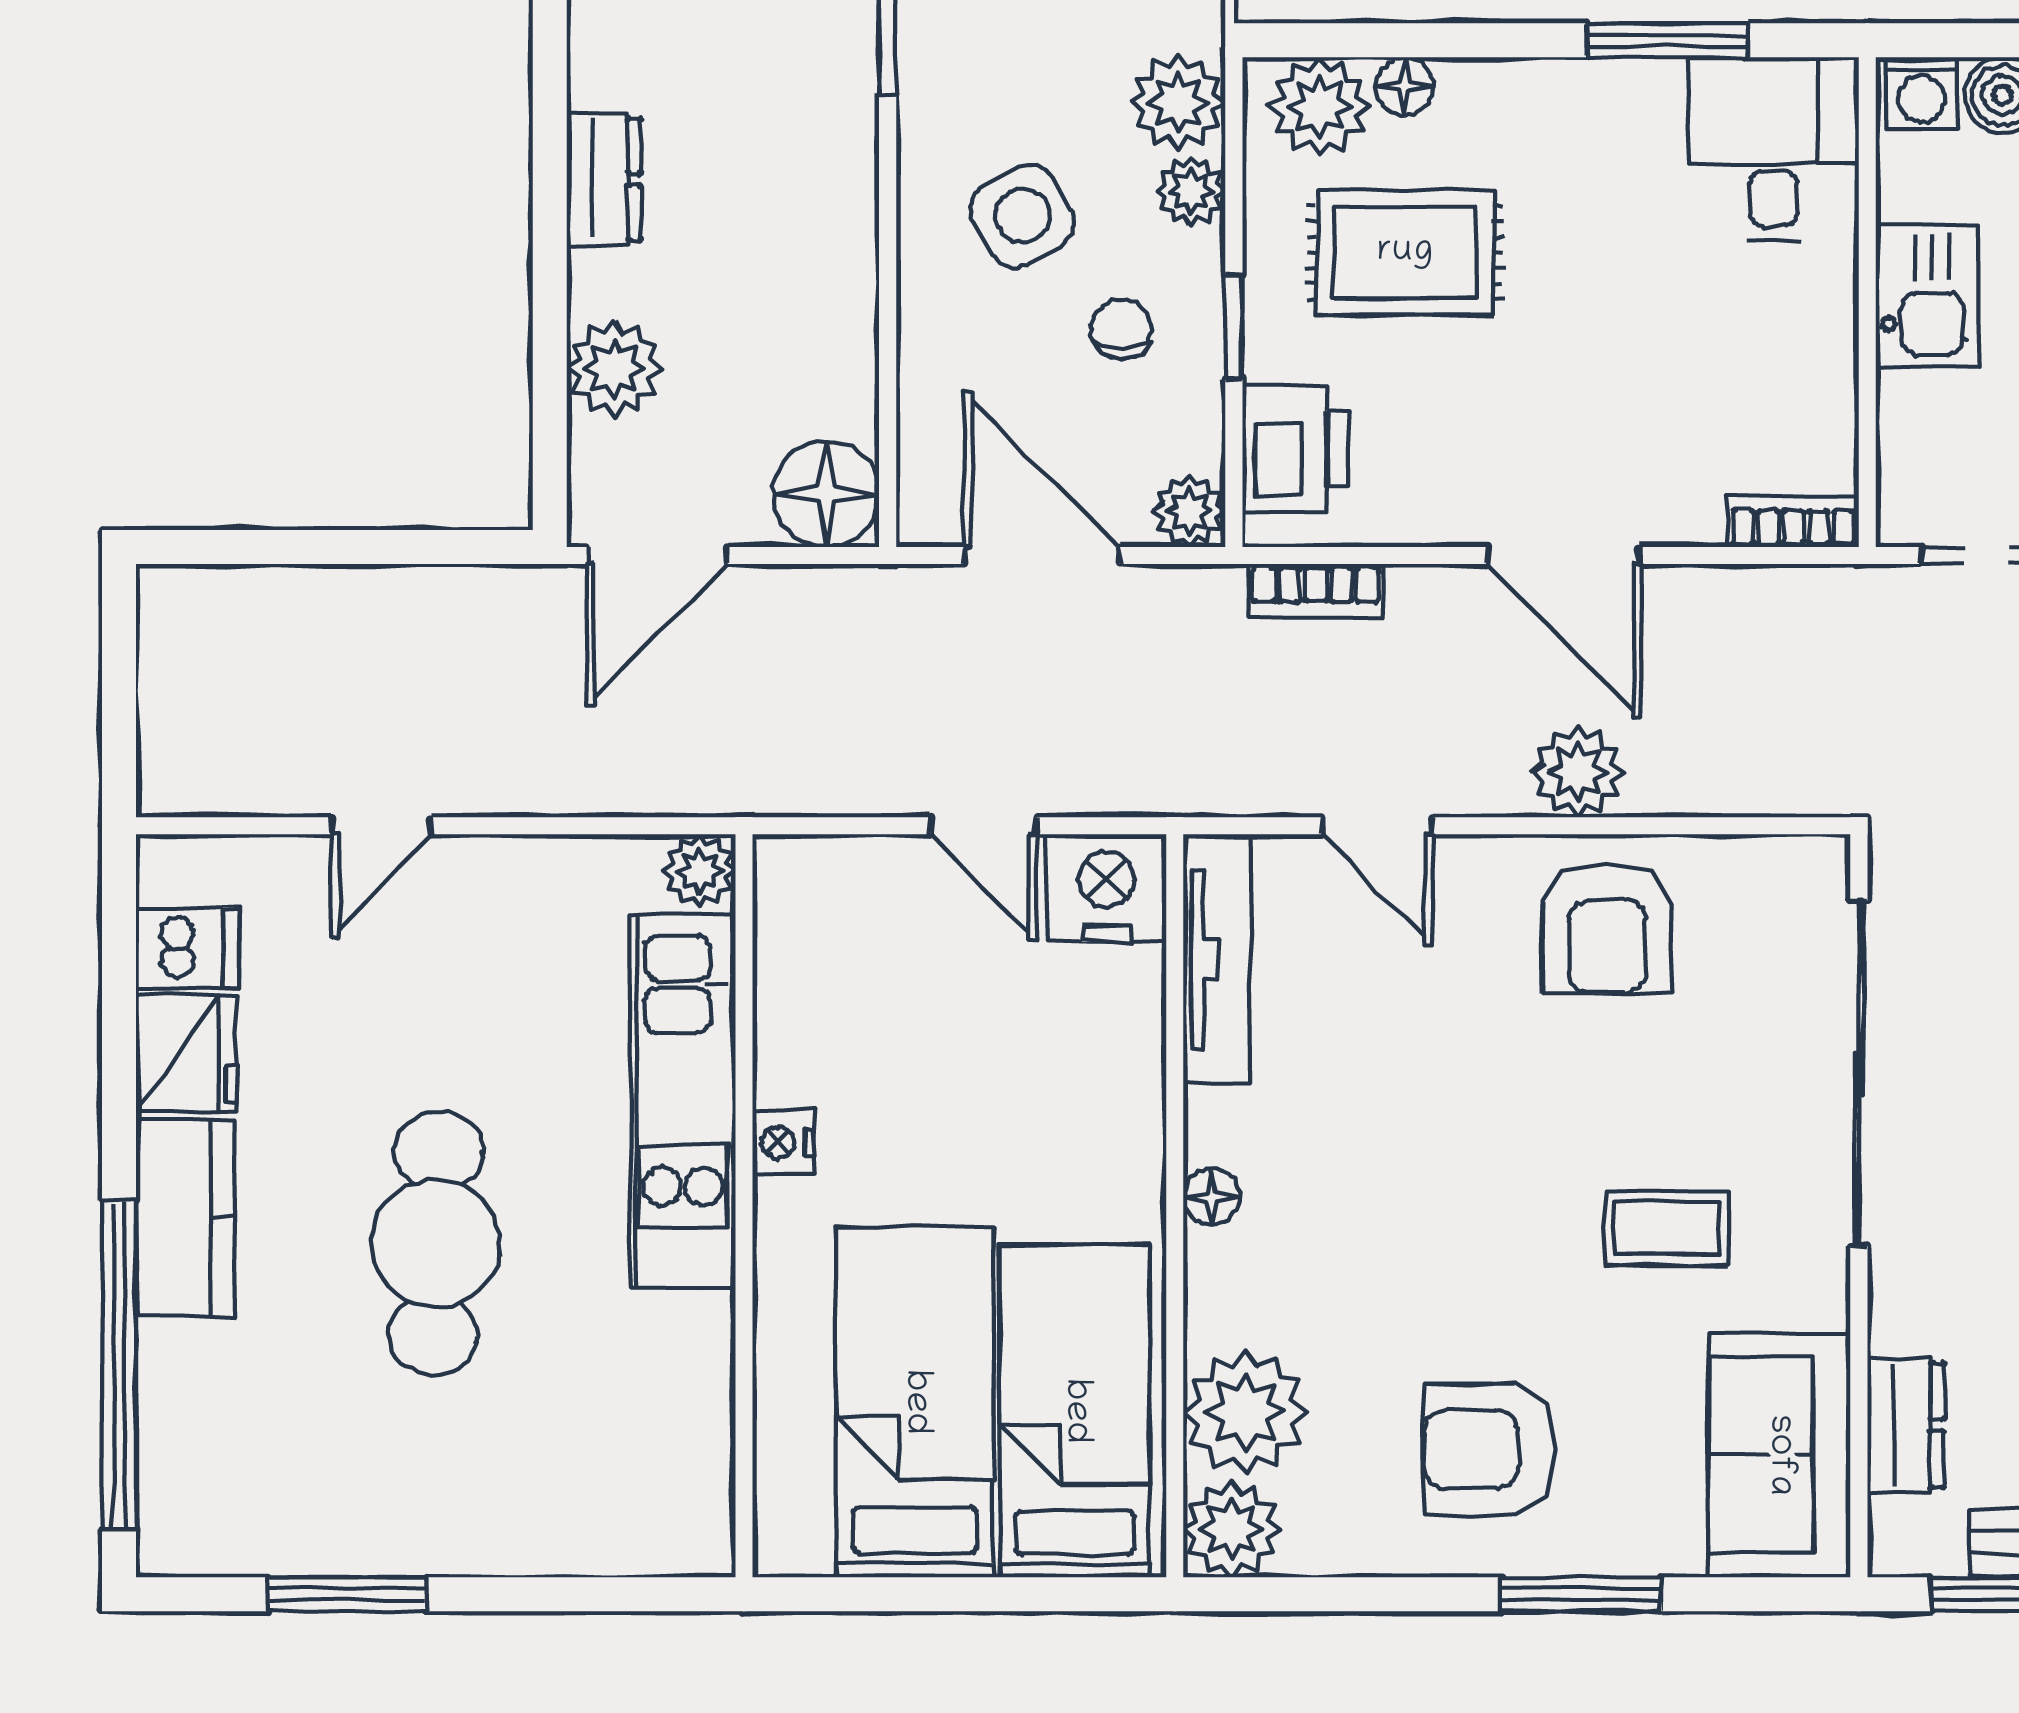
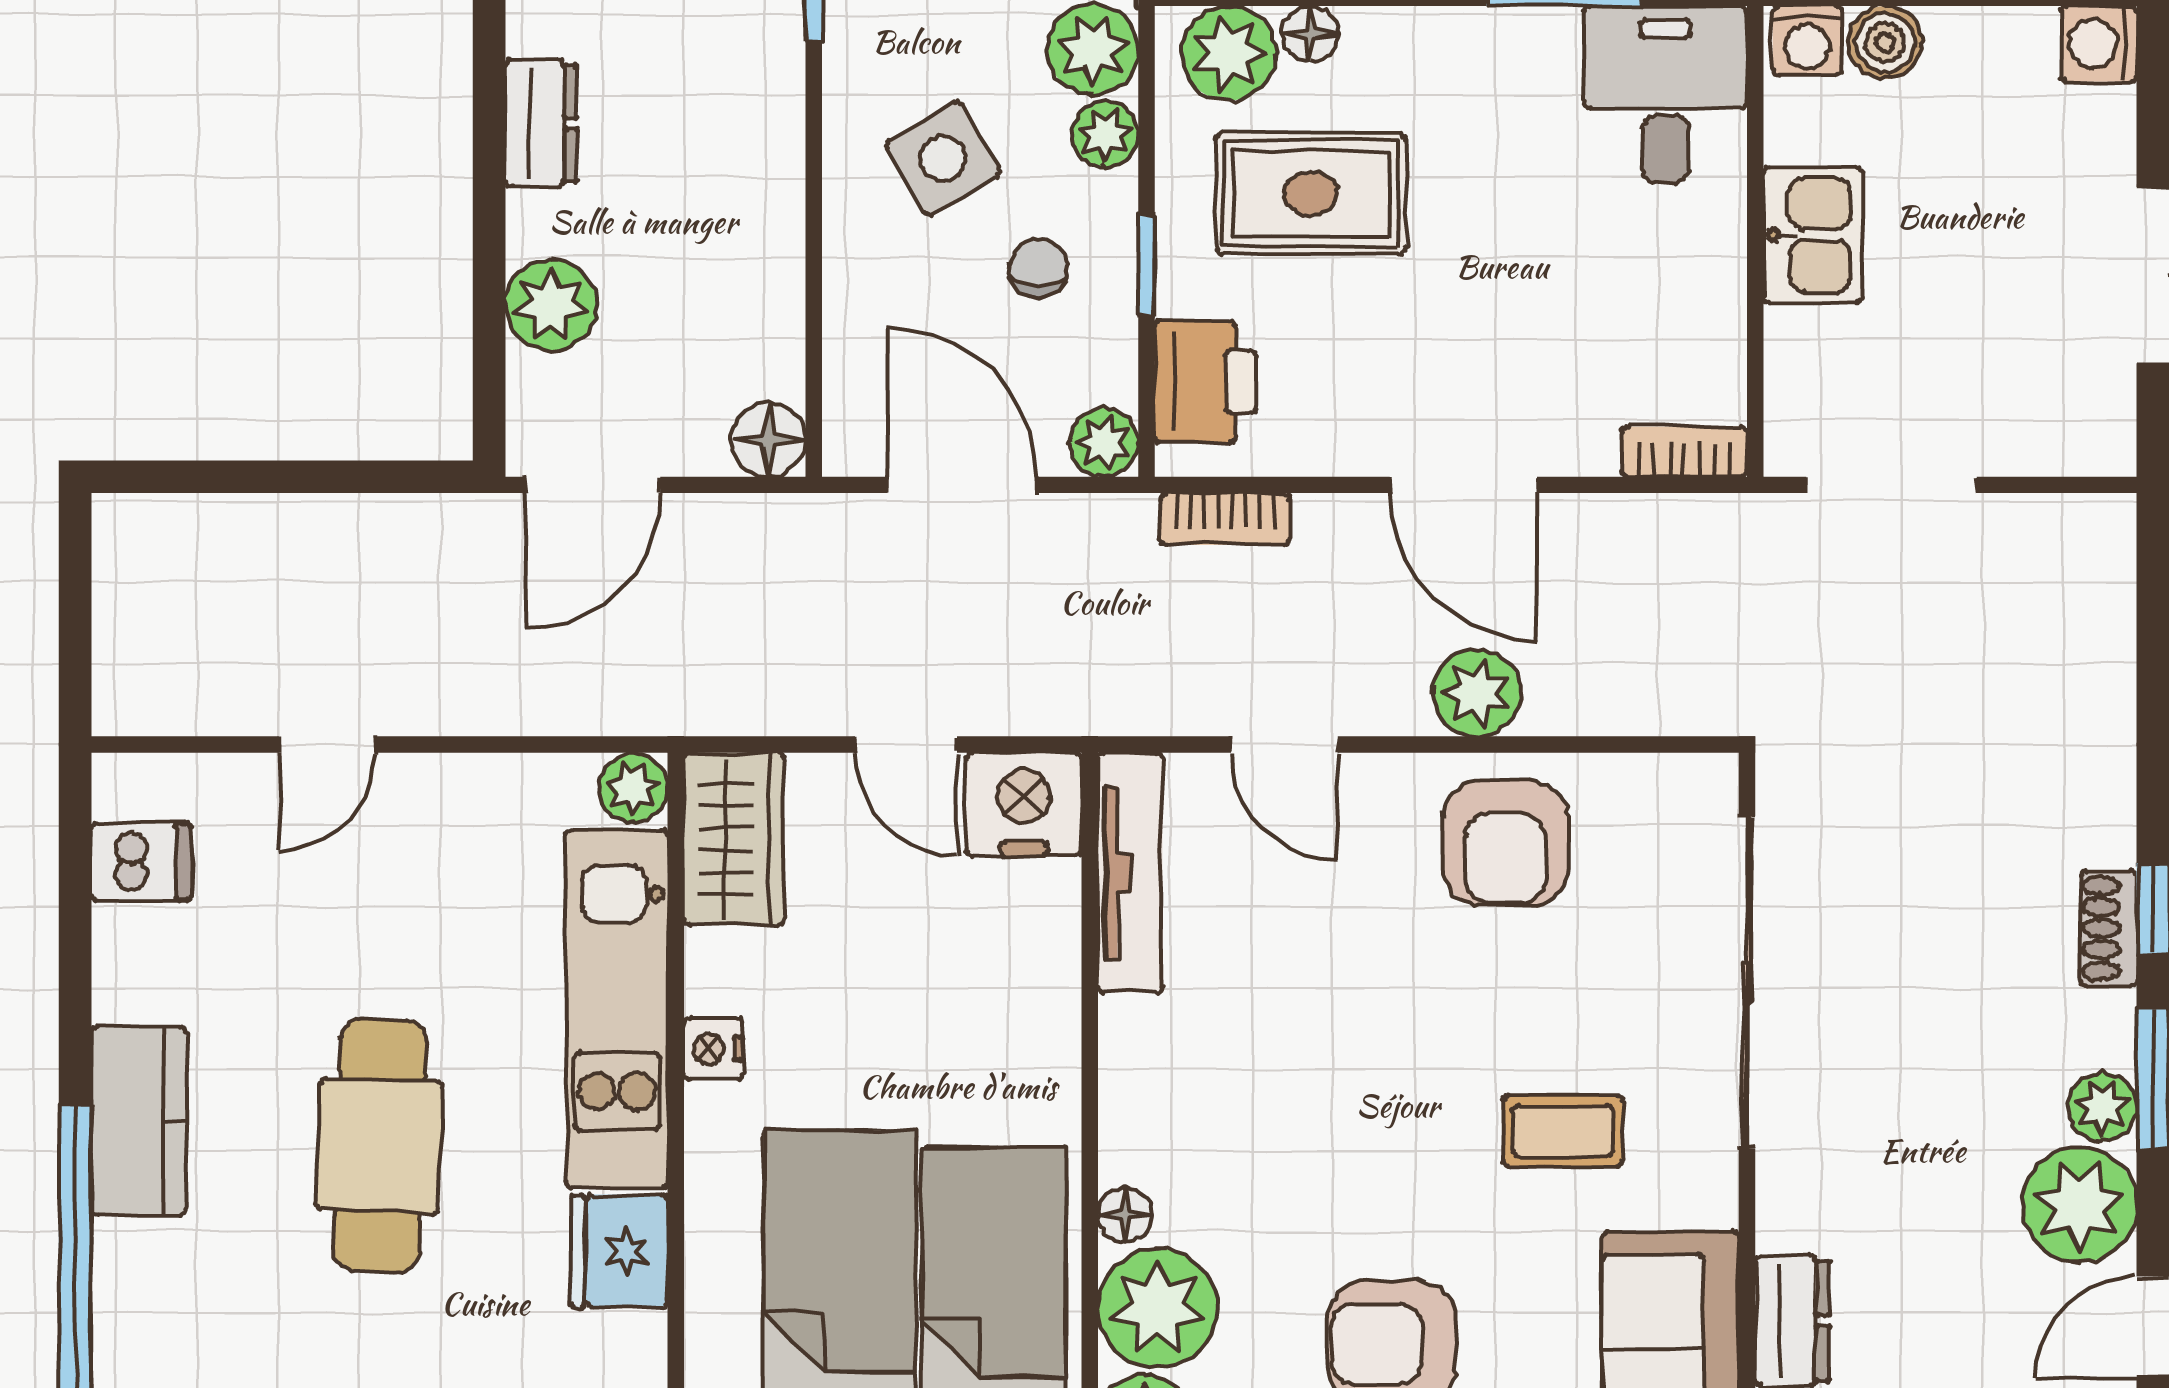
floor lamp: (826, 494) -> (768, 440), width x0.73, depth x0.73
wardrobe: (804, 924) -> (734, 839), added
fridge: (186, 1053) -> (619, 1251), moved, turned 180
floor lamp: (1211, 1197) -> (1125, 1215), moved

